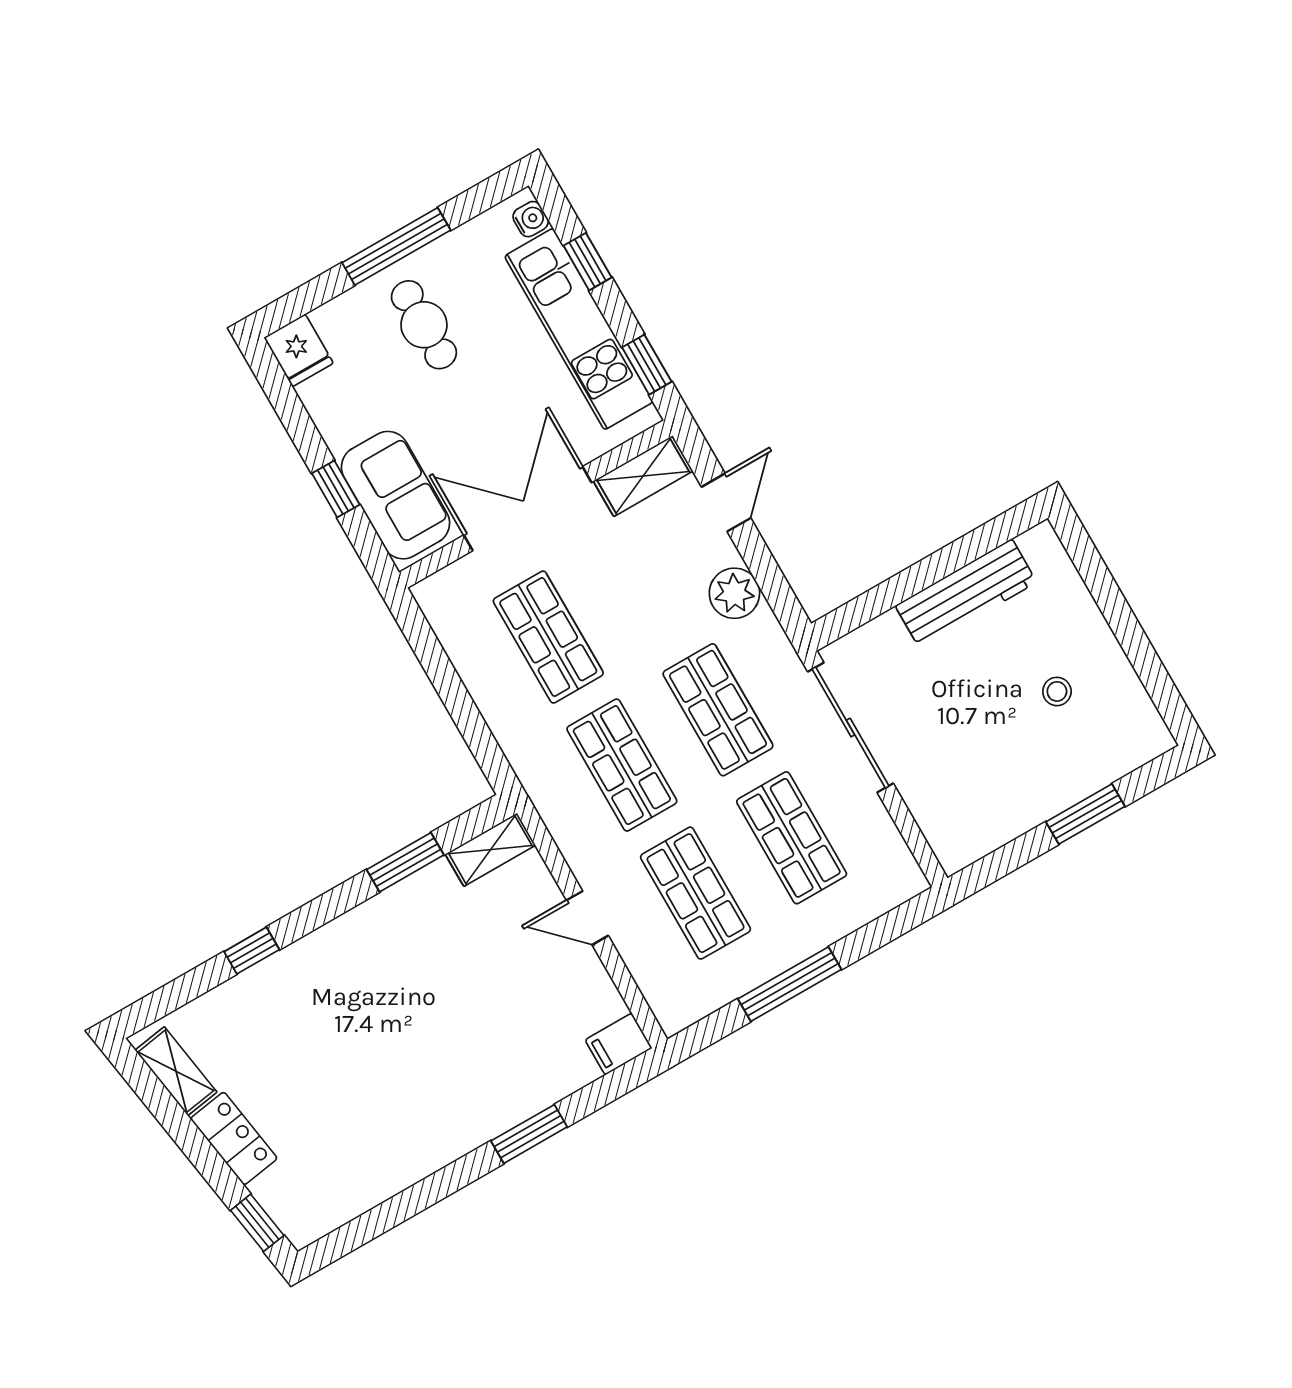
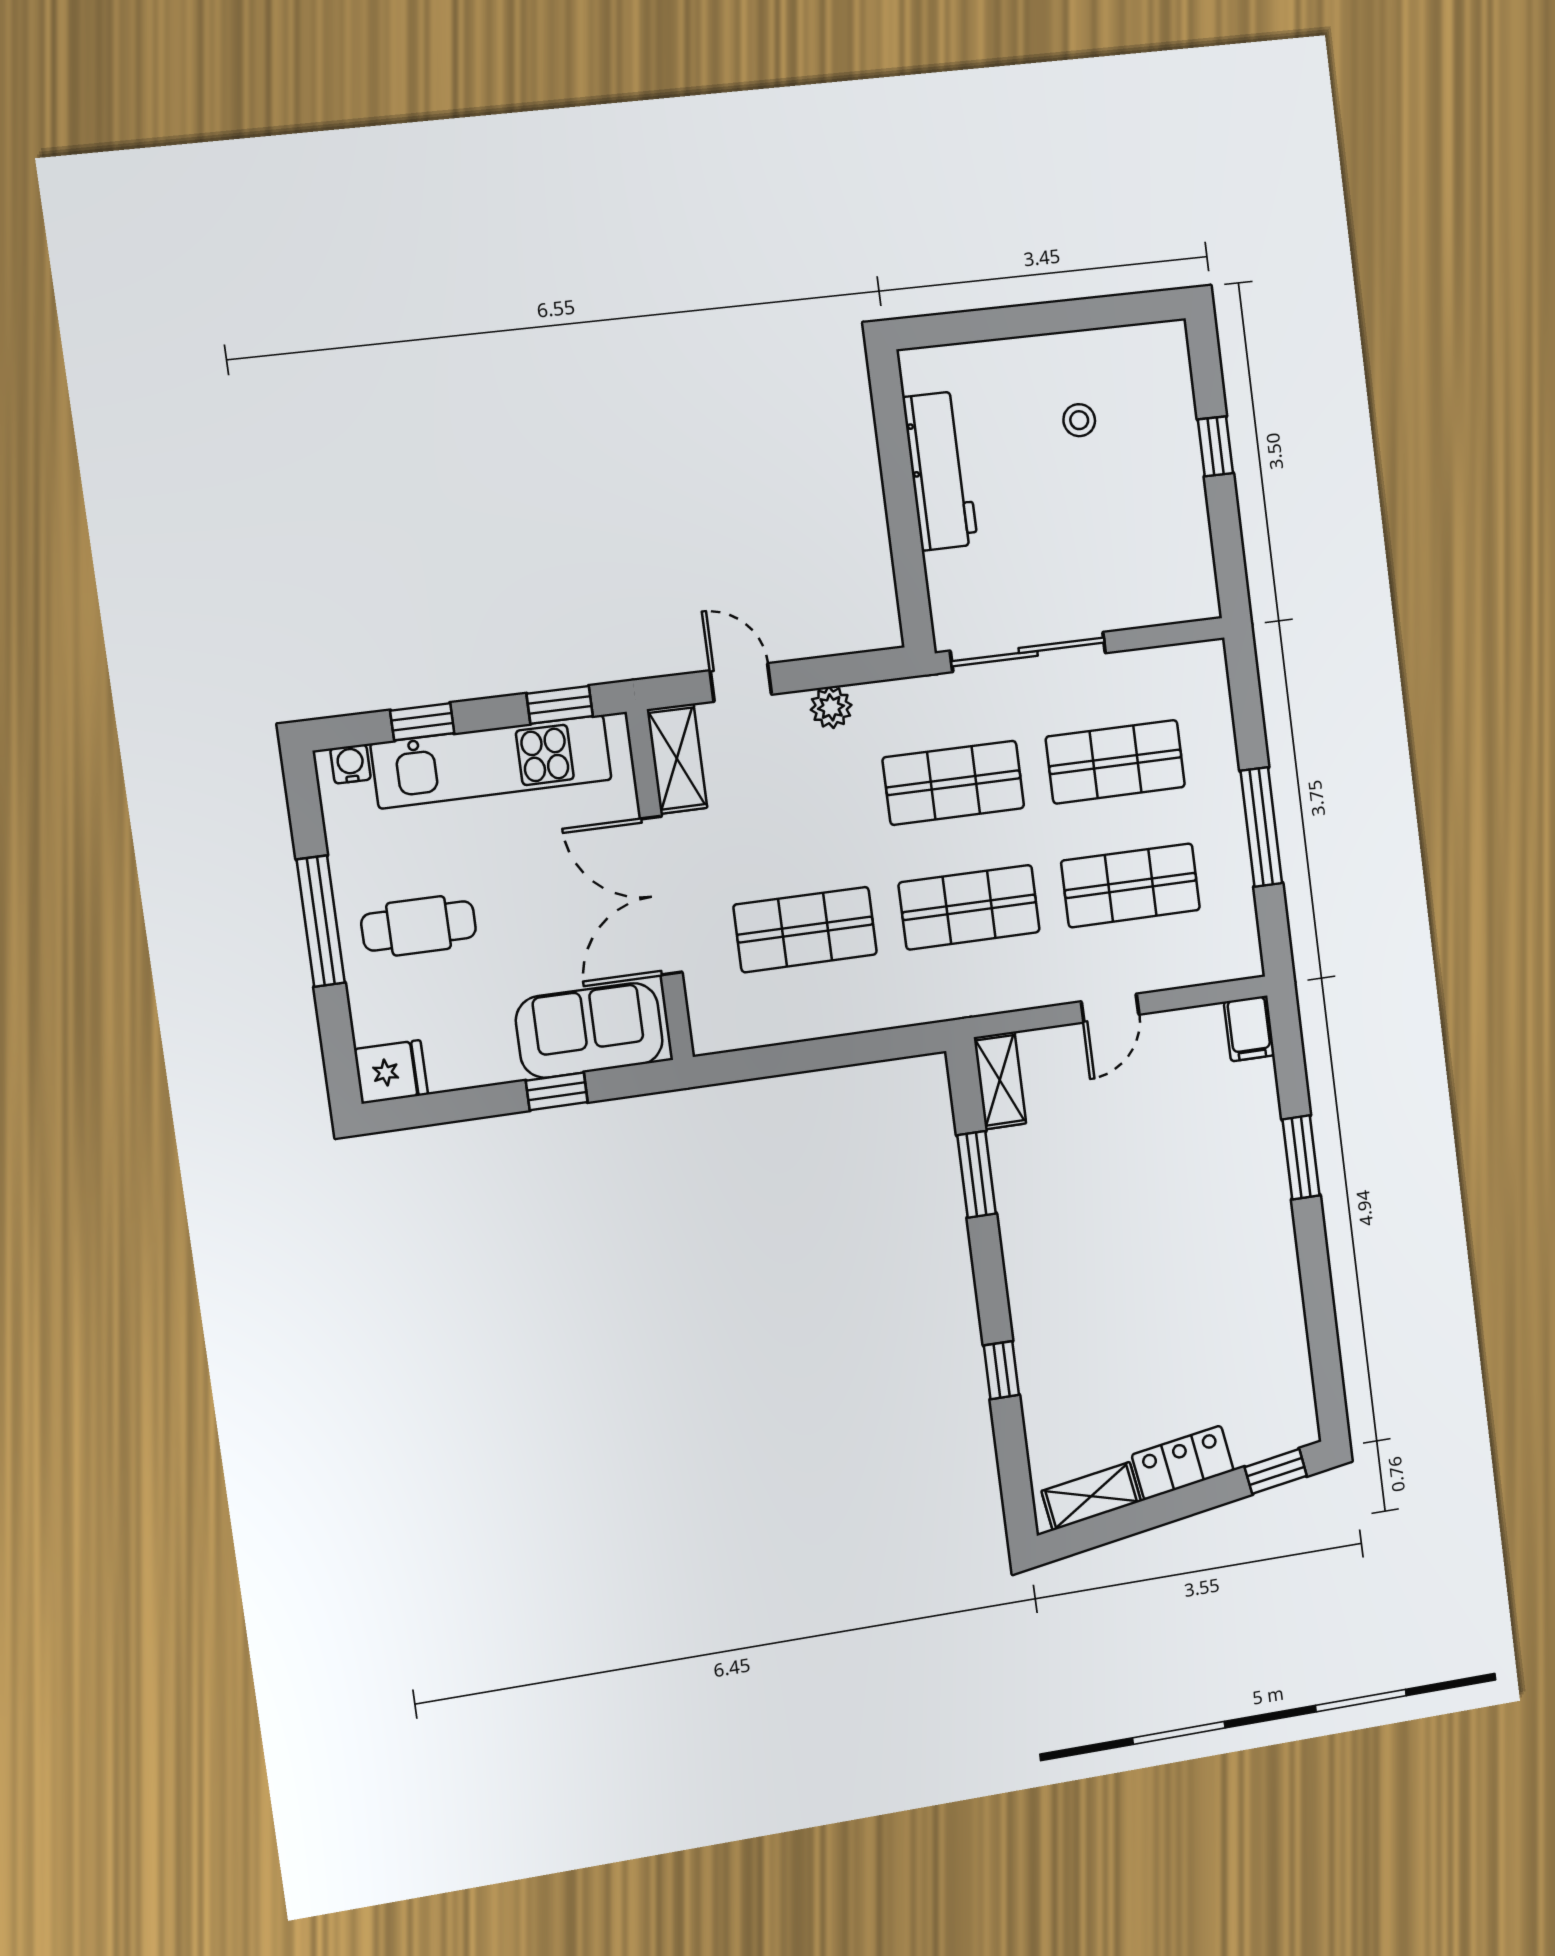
plant: (734, 593) -> (831, 707), width x0.73, depth x0.73
window: (1085, 814) -> (1215, 446), width x0.67

